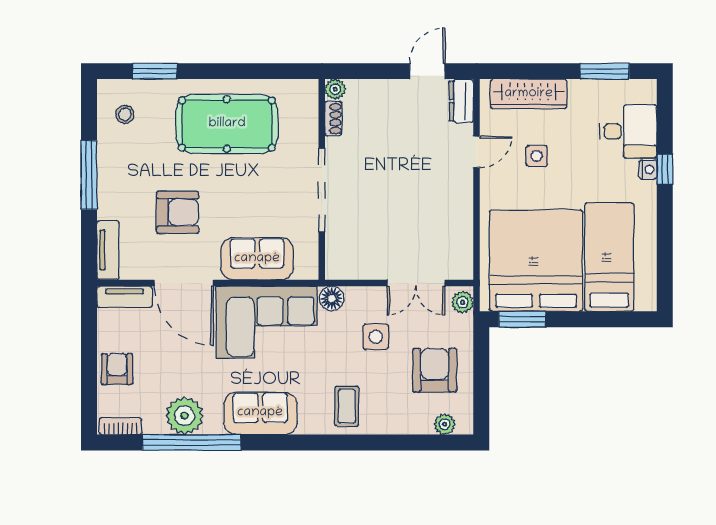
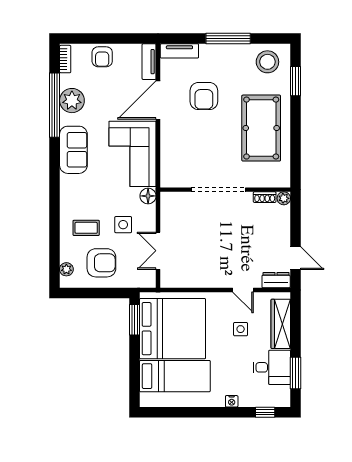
stool: (125, 114) -> (267, 62), width x1.89, depth x1.89
desk: (628, 131) -> (272, 367), moved, turned -90
window: (665, 169) -> (265, 412), moved
sofa: (257, 259) -> (174, 148), removed
plant: (463, 302) -> (146, 281), removed
armchair: (117, 369) -> (102, 57), turned 90
coffee table: (347, 406) -> (86, 228), moved

